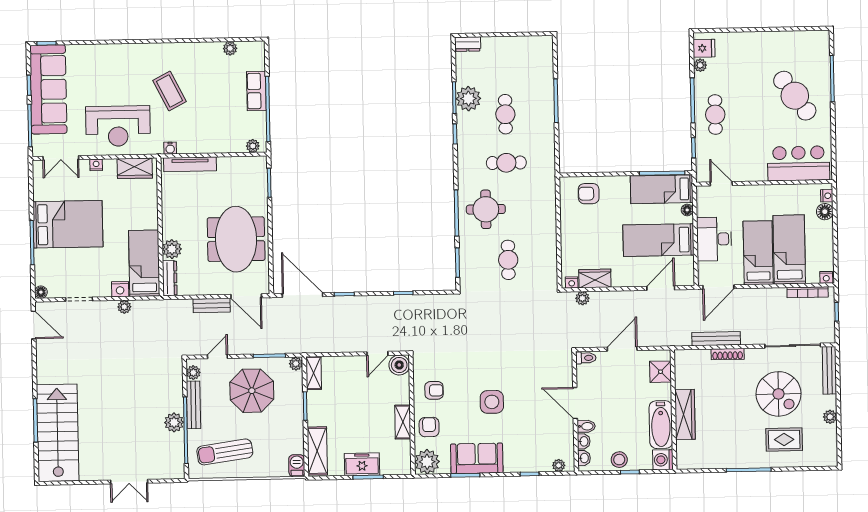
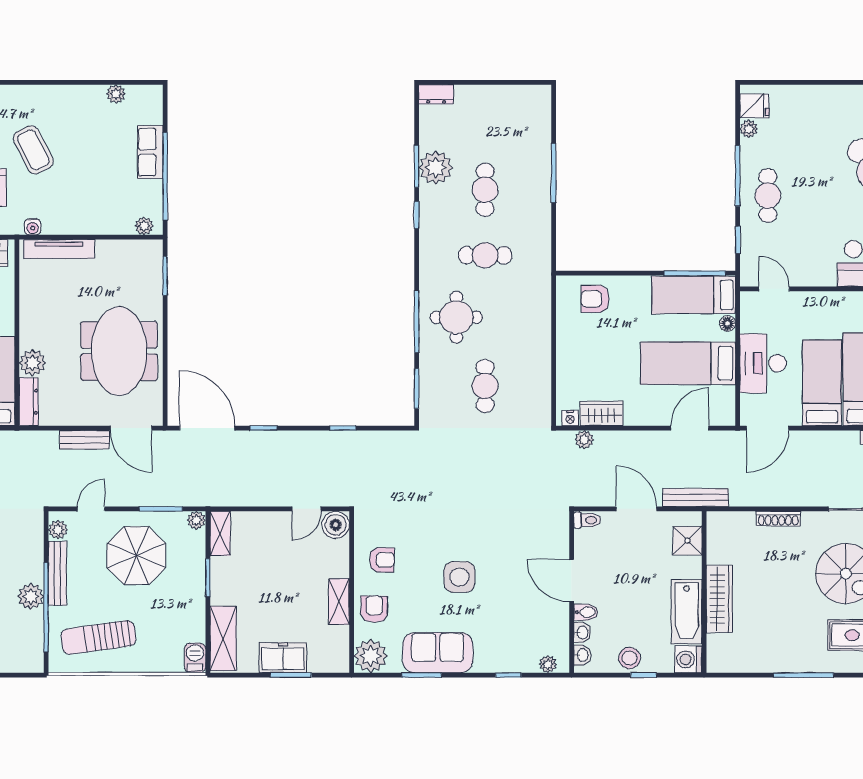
bench: (716, 339) -> (696, 497), moved
door: (622, 349) -> (636, 509), hinge flipped

